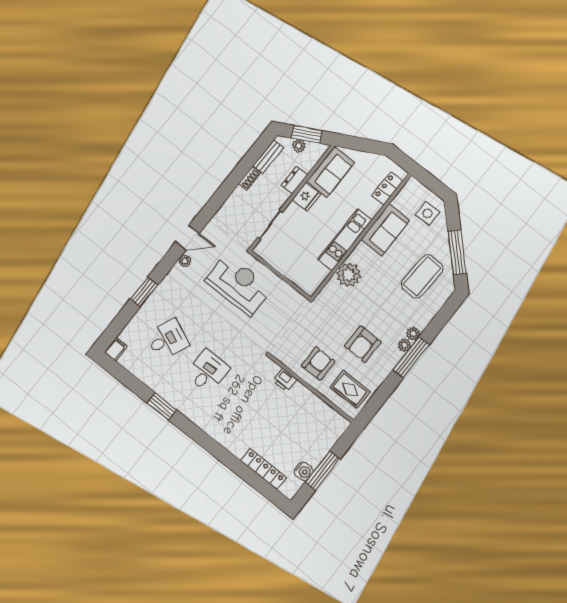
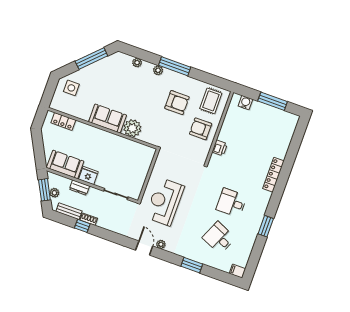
window: (244, 167) -> (82, 226), added
sofa: (385, 230) -> (108, 119), moved
kitchen unit: (345, 240) -> (109, 139), removed
coffee table: (422, 276) -> (116, 77), removed
plant: (404, 345) -> (137, 63), moved
locker: (263, 469) -> (273, 175), moved
water cooler: (304, 471) -> (245, 103), moved

